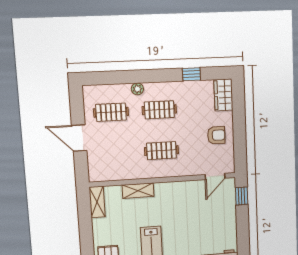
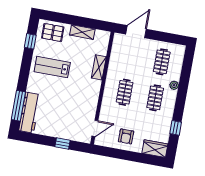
door: (79, 138) -> (136, 32), moved
door: (215, 176) -> (95, 128), swing flipped
window: (242, 196) -> (63, 144), moved
shelving: (97, 202) -> (82, 32), moved

